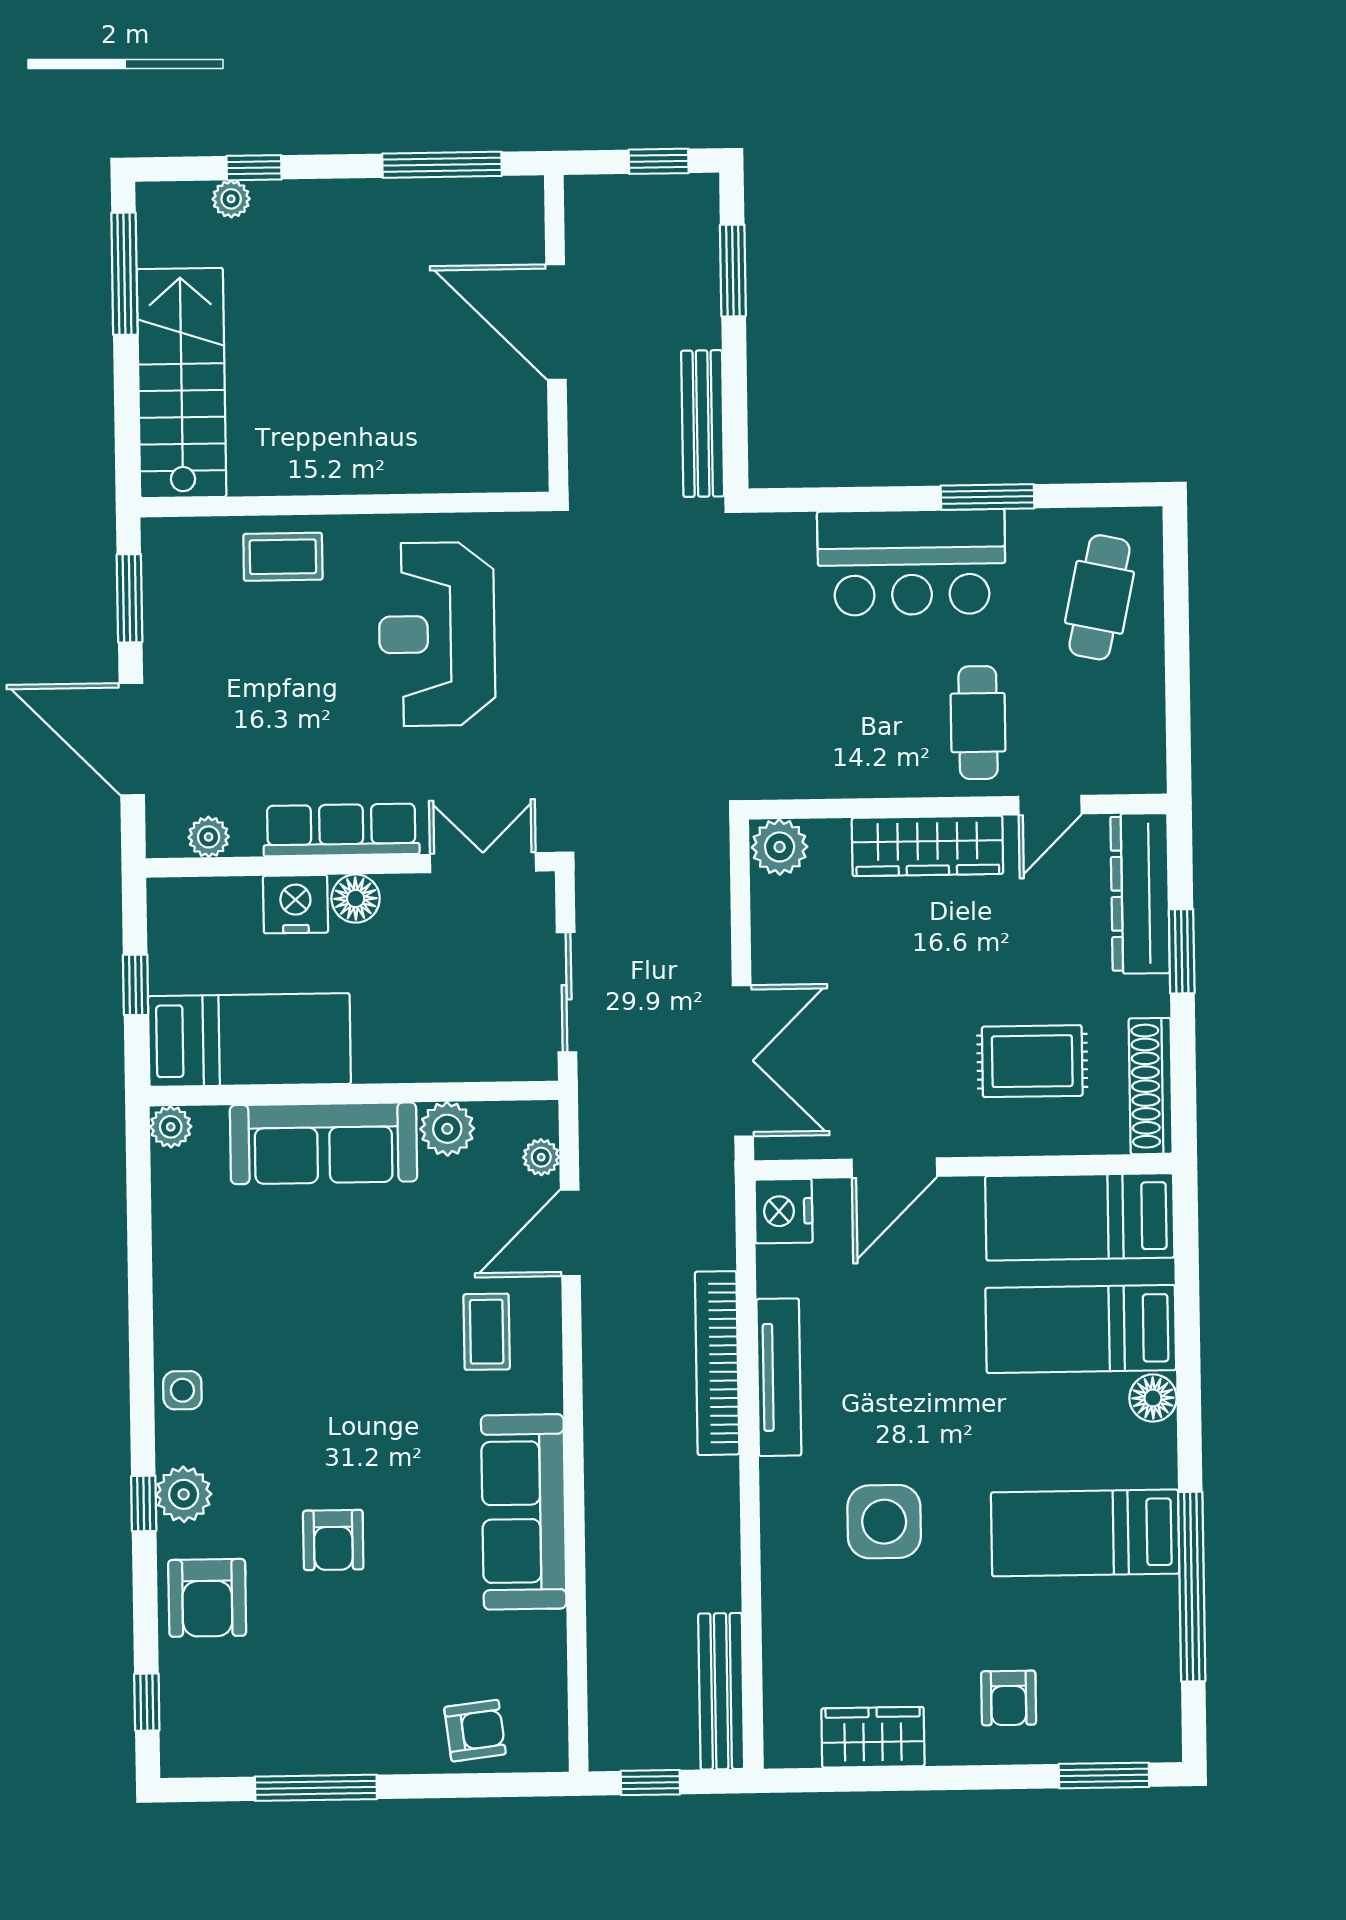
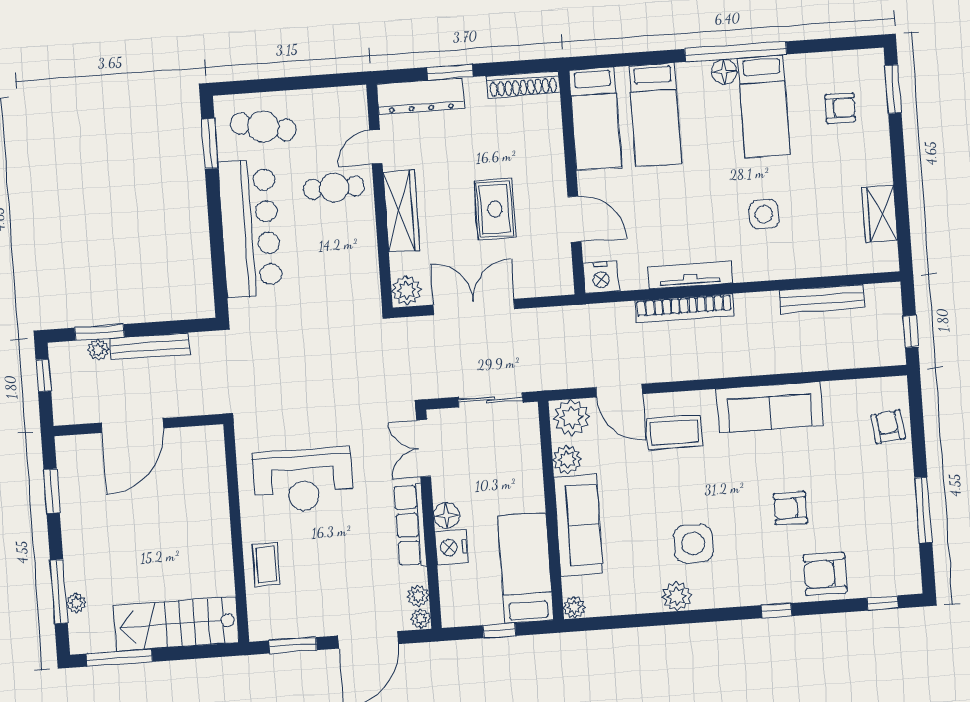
window: (442, 165) -> (52, 491), width x0.69
window: (254, 168) -> (59, 592), width x2.17
plant: (701, 266) -> (98, 350), added
bench: (703, 424) -> (150, 346), moved
window: (988, 497) -> (210, 144), moved
bar counter: (912, 562) -> (250, 228), width x1.36
door: (1050, 805) -> (376, 147), swing flipped
plant: (166, 840) -> (421, 619), added
double door: (743, 1061) -> (474, 307), moved
rug: (1032, 1061) -> (495, 209), moved
plant: (541, 1157) -> (571, 418), width x1.87, depth x1.87
coffee table: (487, 1332) -> (674, 432), width x1.36, depth x1.30
side table: (182, 1390) -> (693, 544), moved, width x1.87, depth x1.87
floor lamp: (1153, 1398) -> (724, 72), moved
plant: (184, 1494) -> (677, 596), moved
side table: (884, 1522) -> (764, 214), width x0.73, depth x0.73
armchair: (333, 1540) -> (790, 508), turned 180
window: (1192, 1587) -> (736, 52), moved
armchair: (207, 1598) -> (825, 574), turned 180
bench: (721, 1691) -> (822, 299), moved
armchair: (1009, 1698) -> (840, 108), moved

